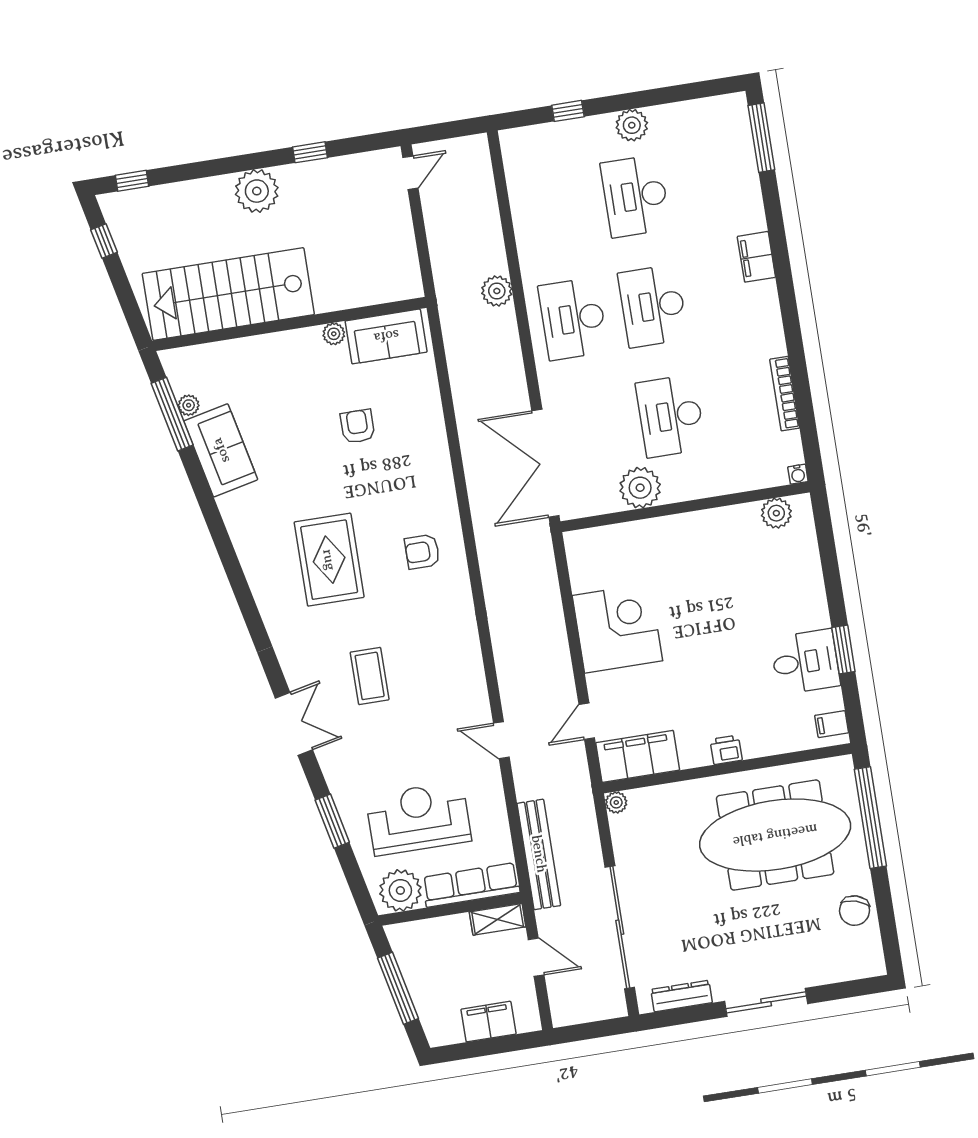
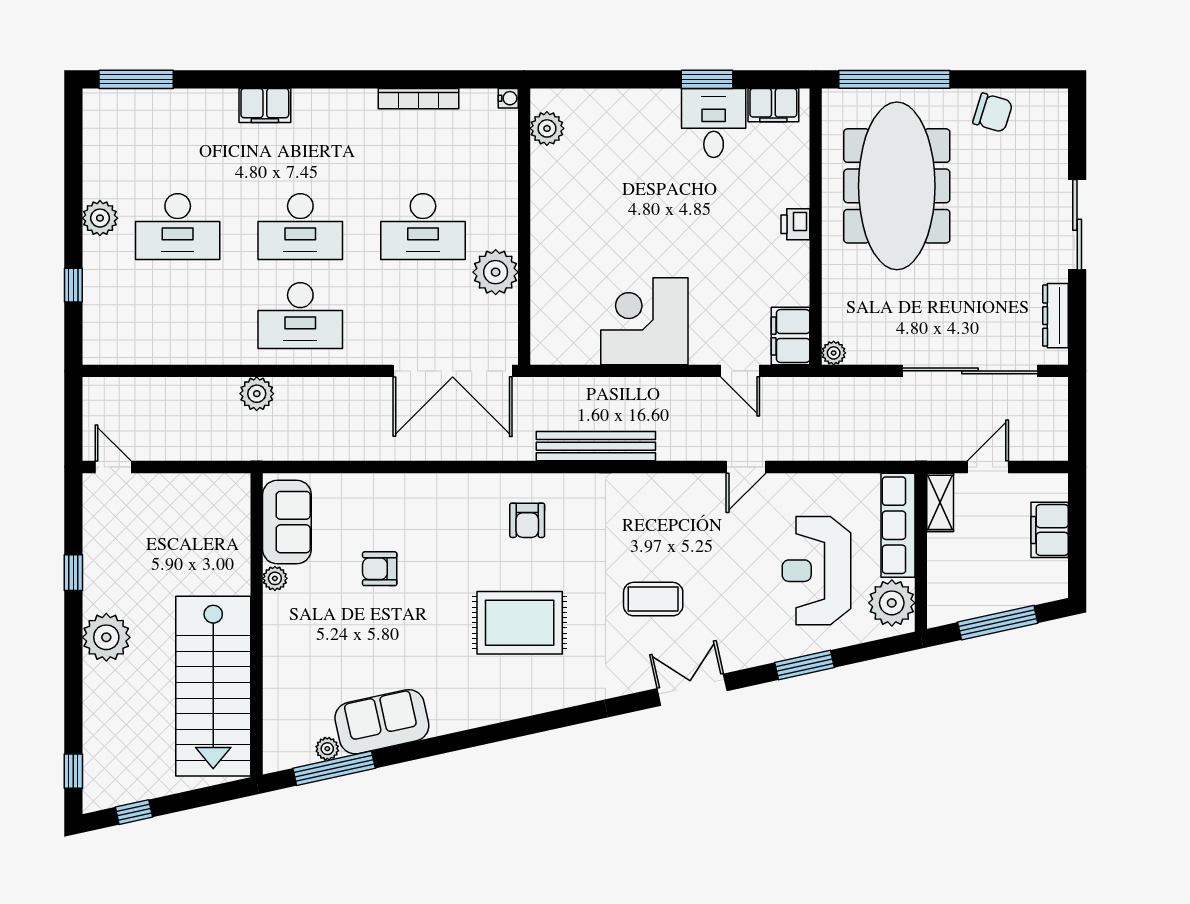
filing cabinet: (832, 724) -> (773, 105), width x2.00
filing cabinet: (638, 756) -> (790, 336), width x0.67, depth x0.86
bench: (539, 854) -> (596, 446), moved

